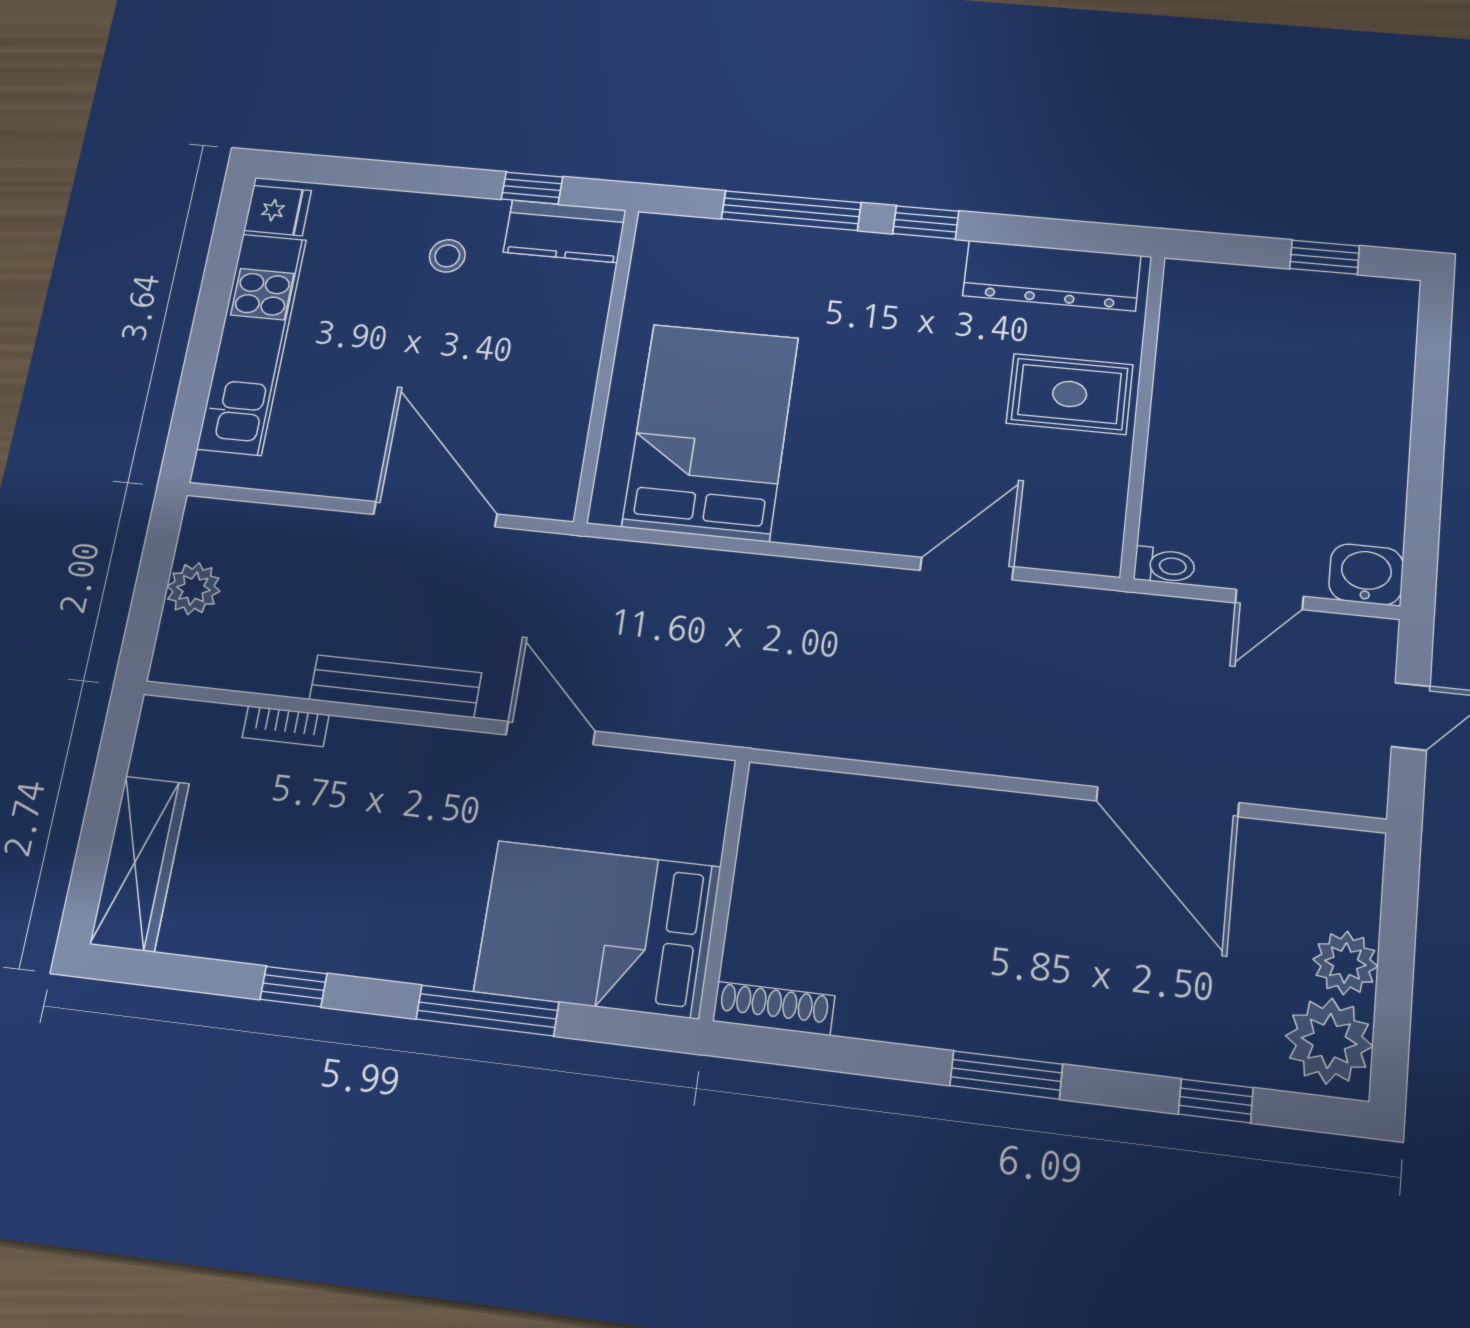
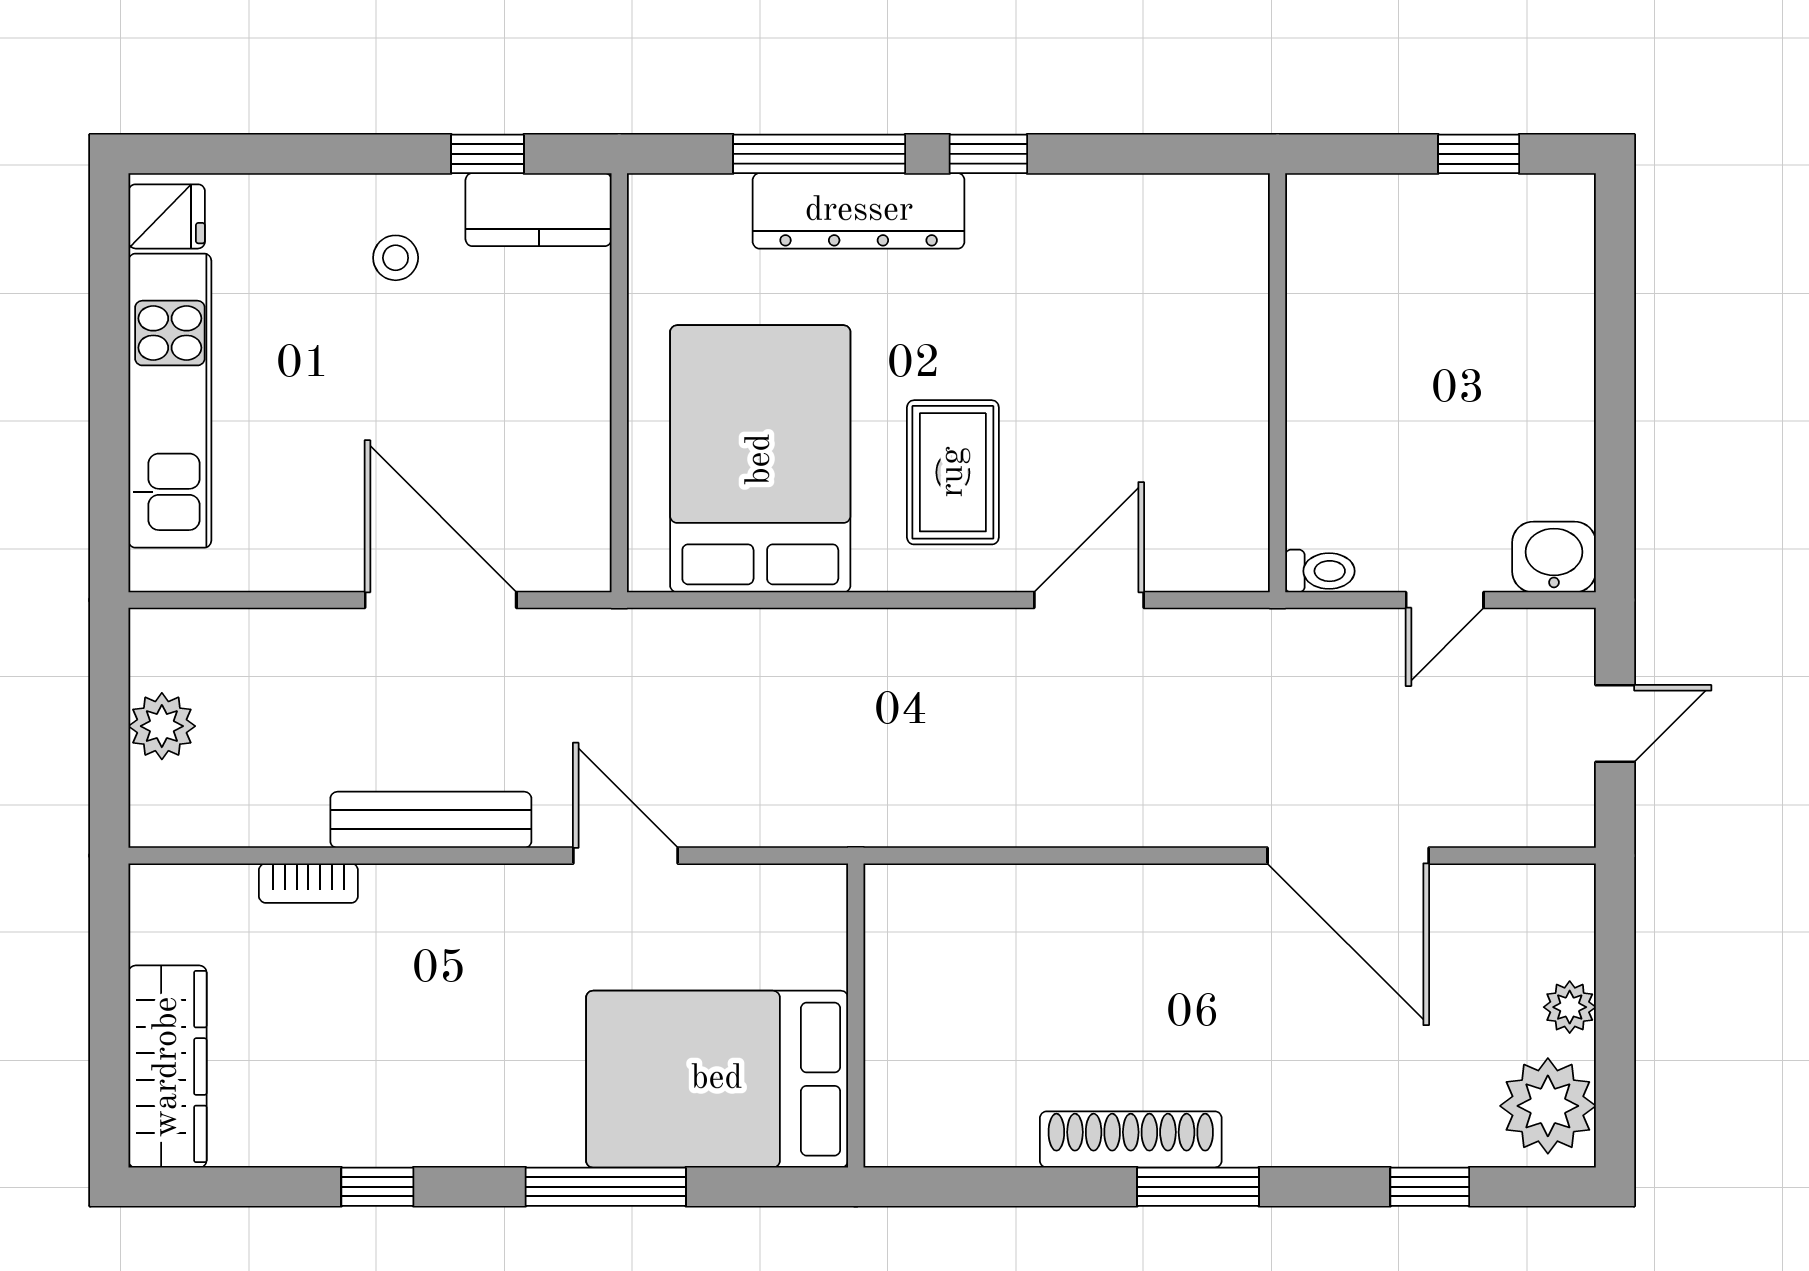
dresser: (1052, 276) -> (859, 211), moved
rug: (1070, 394) -> (953, 472), moved, turned 90
plant: (1345, 963) -> (1570, 1007), width x0.73, depth x0.73
shoe rack: (774, 1008) -> (1131, 1139), moved, width x1.36, depth x1.24

